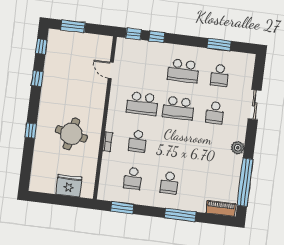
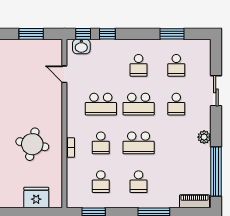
window: (73, 26) -> (31, 34), moved
washbasin: (130, 46) -> (81, 46), added
school desk: (183, 71) -> (139, 65), width x0.54
school desk: (174, 145) -> (139, 143), added

